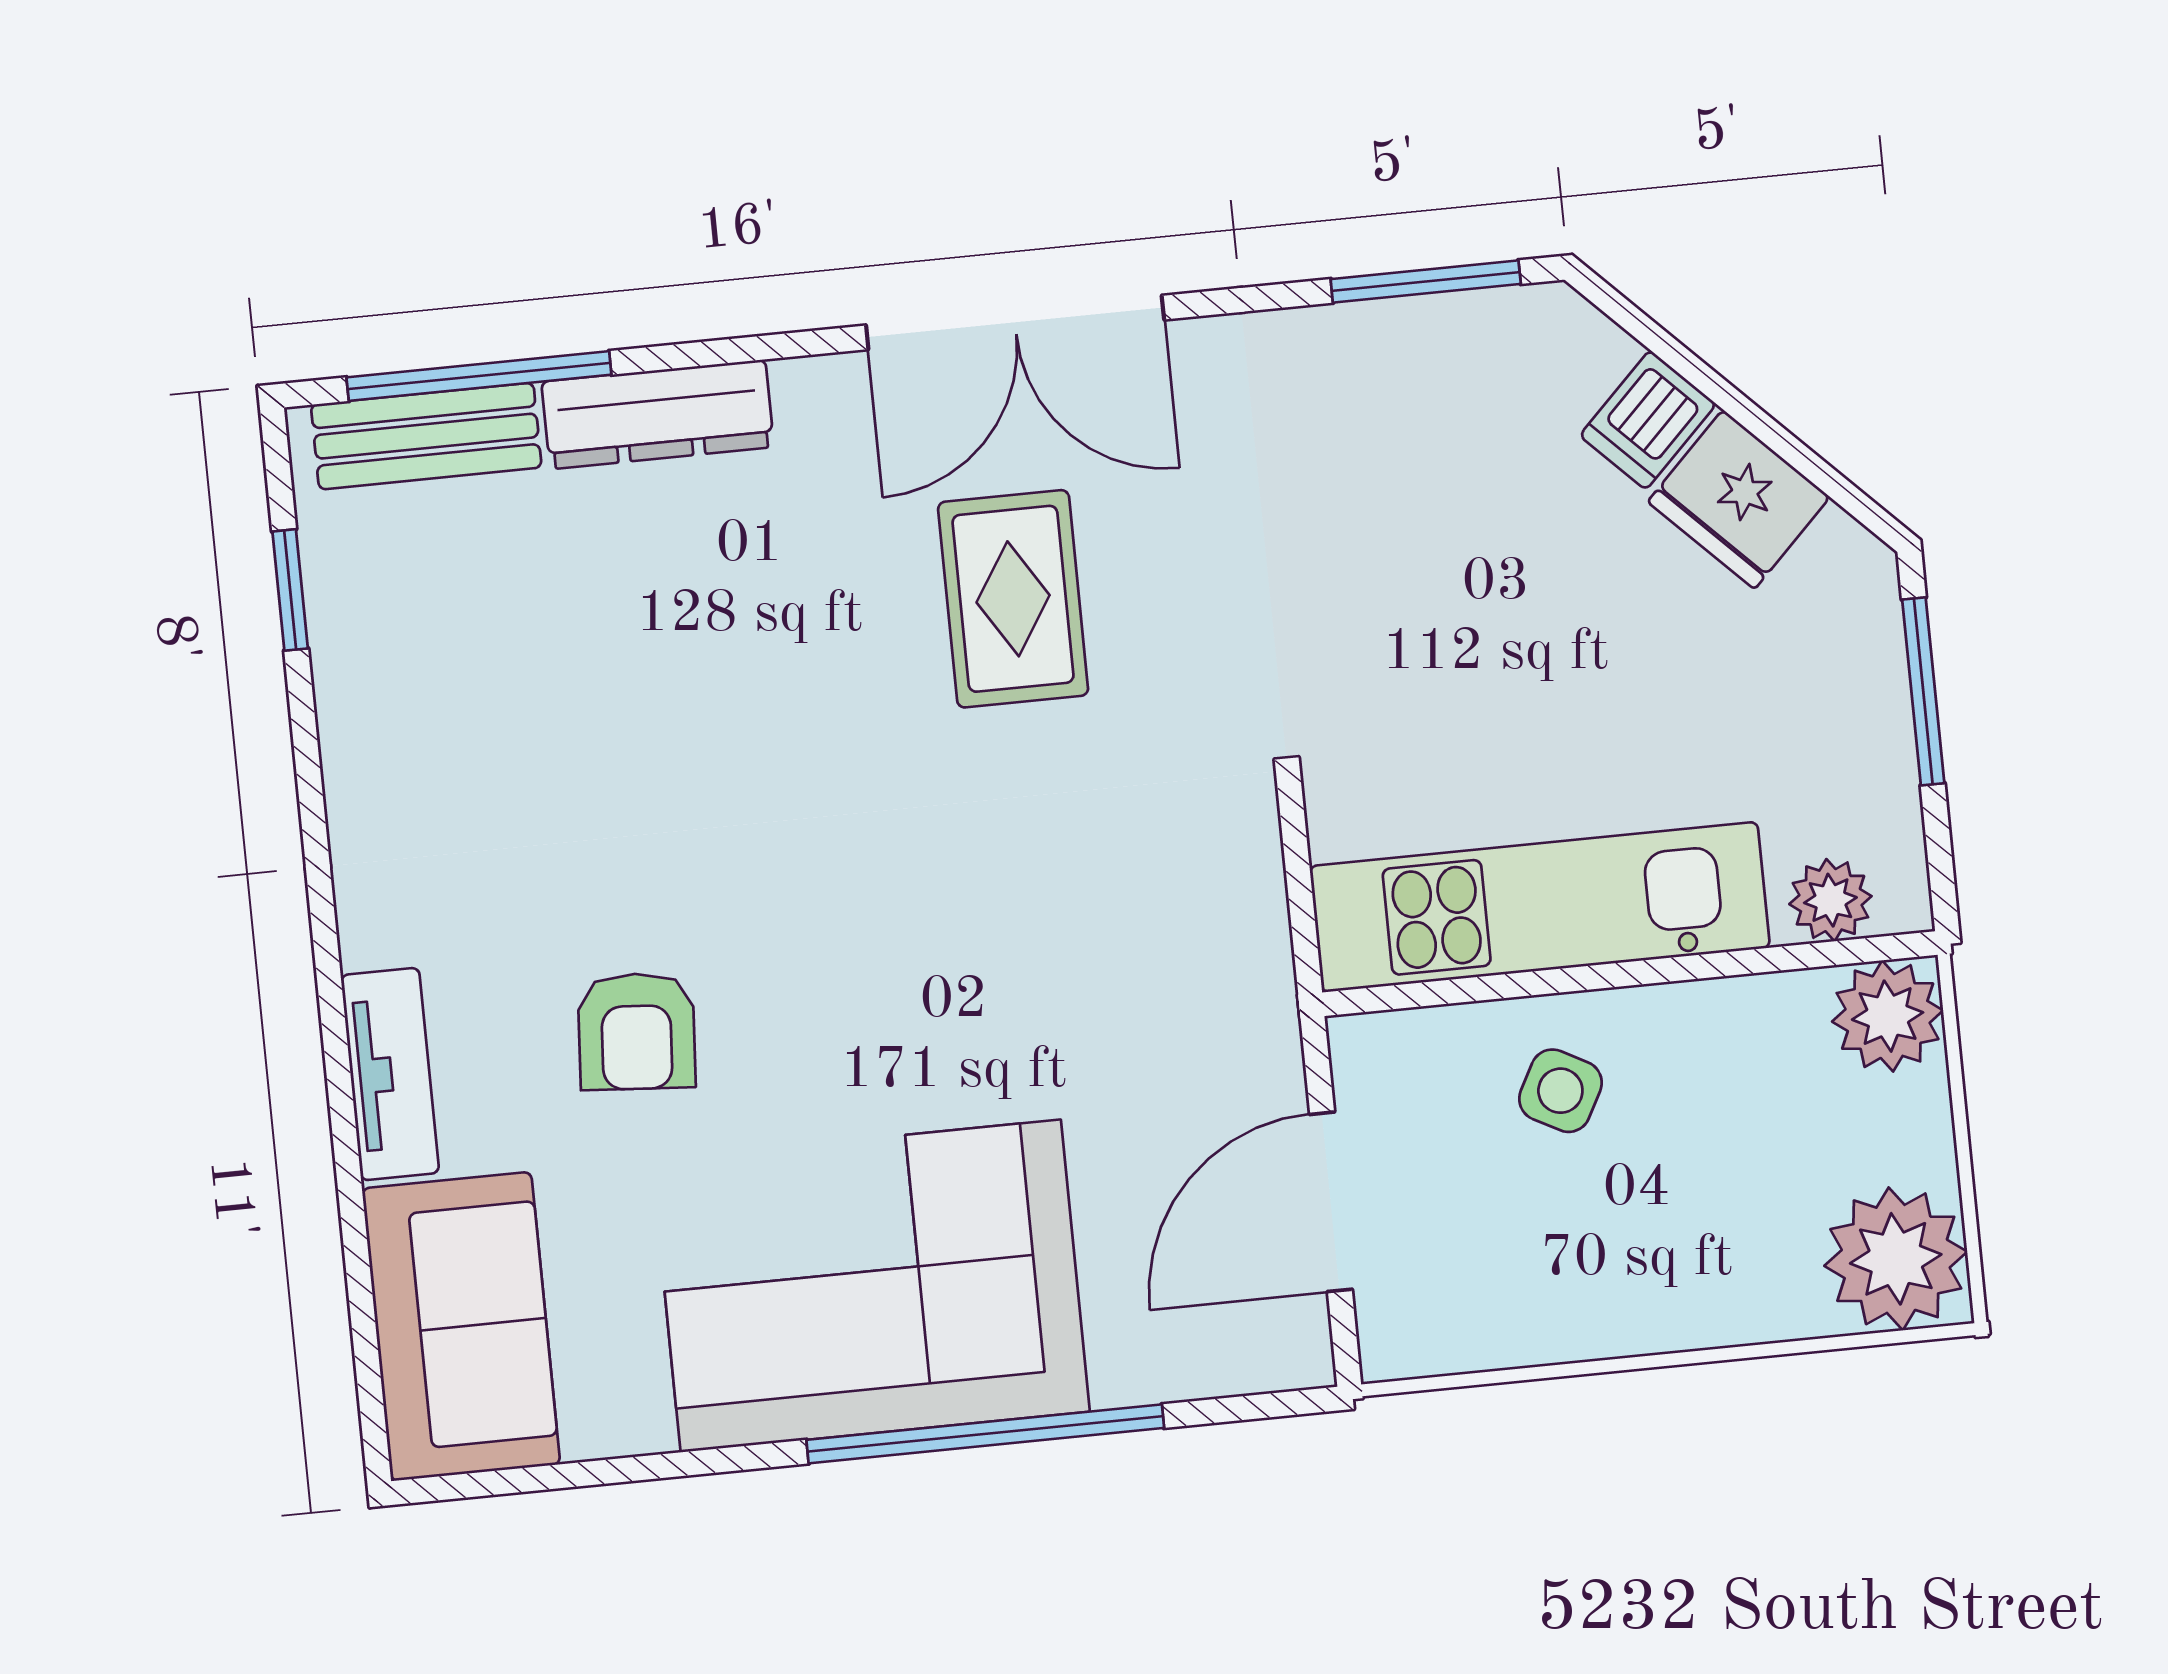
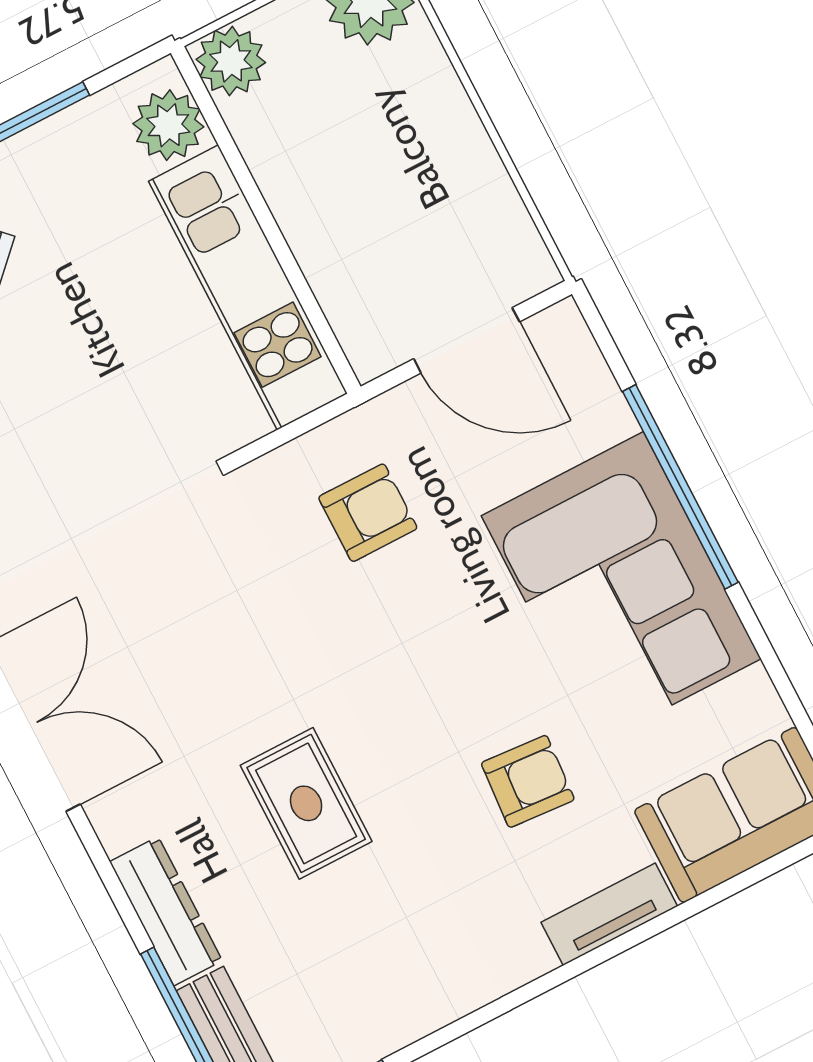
rug: (1013, 599) -> (306, 803), moved, turned 90
plant: (1830, 900) -> (168, 125), width x1.38, depth x1.38
armchair: (1132, 952) -> (368, 513), added
side table: (1560, 1091) -> (349, 233), removed

